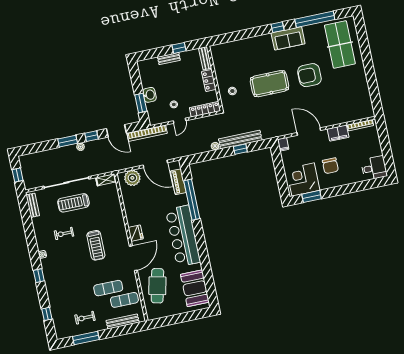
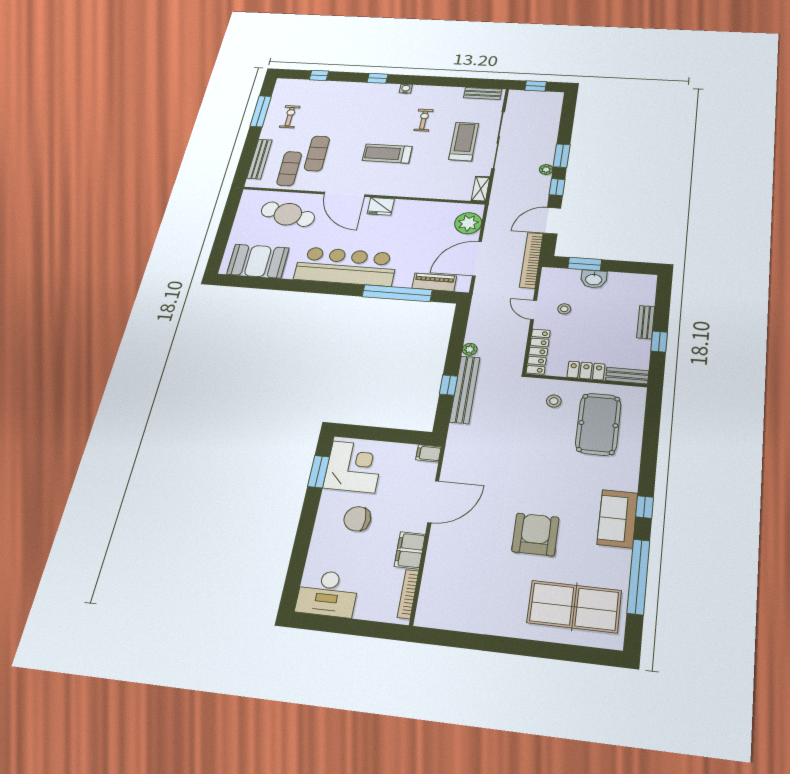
pool table: (269, 84) -> (598, 424), moved
desk: (374, 168) -> (327, 593), width x1.37

